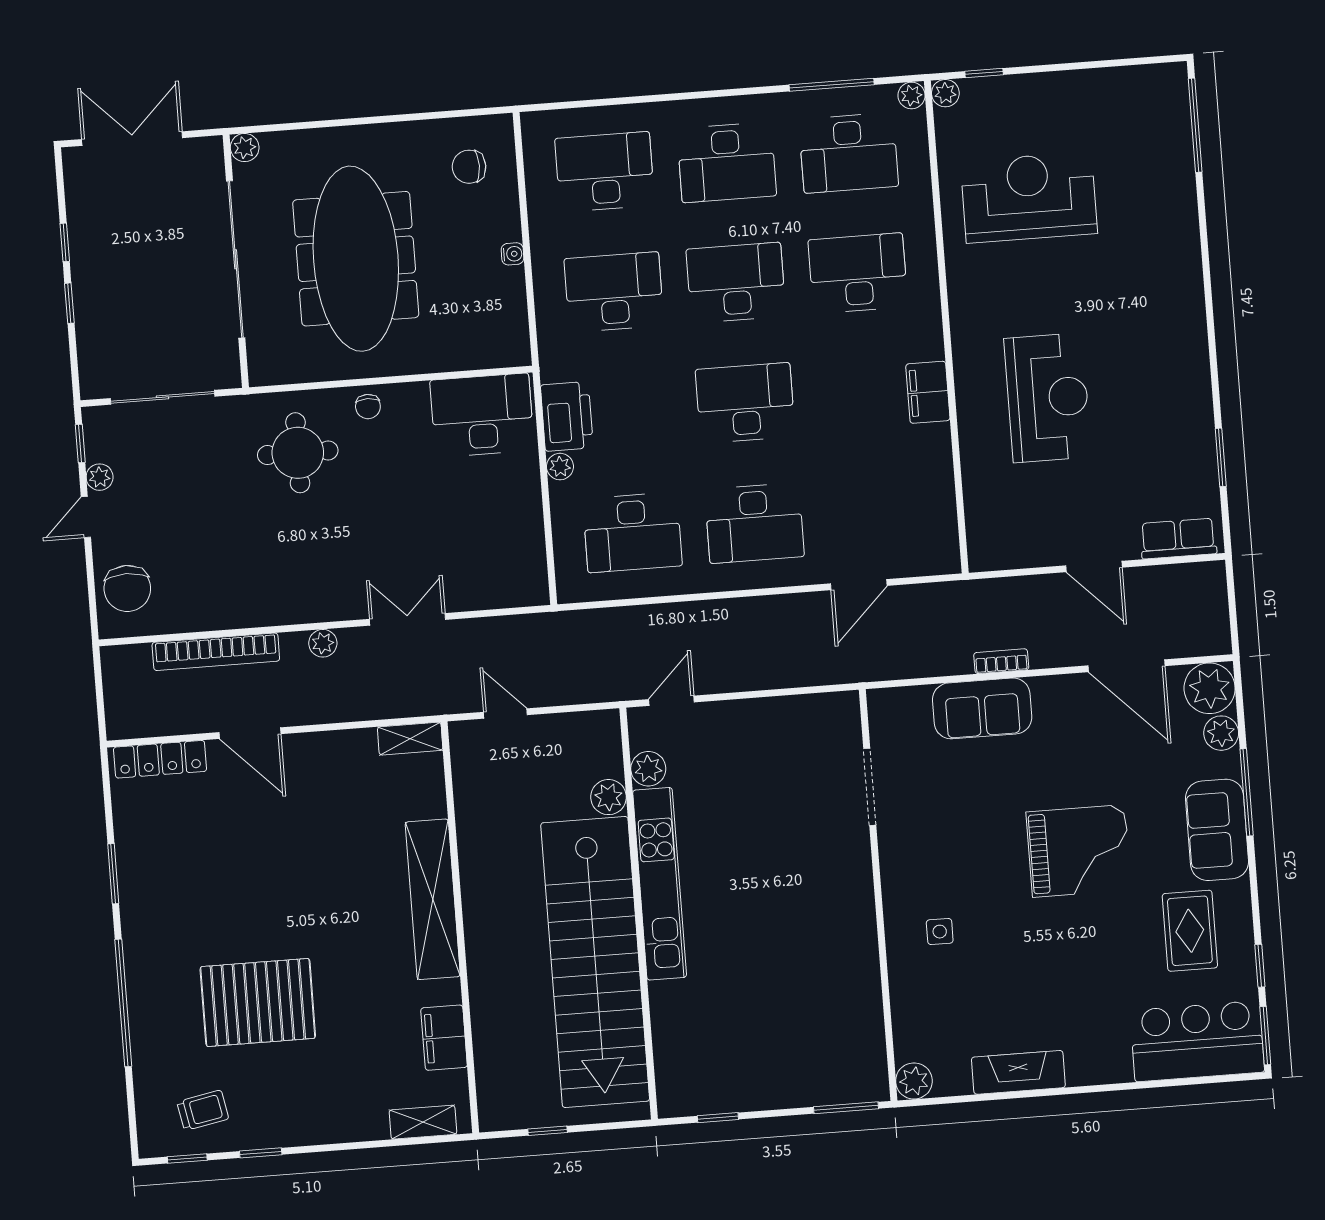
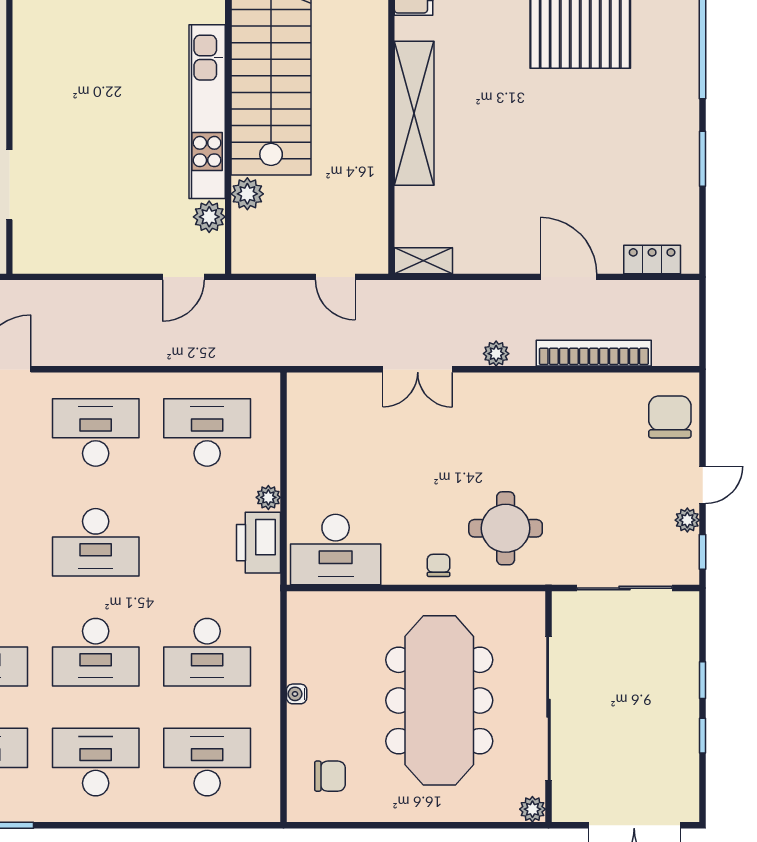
desk: (605, 172) -> (207, 762), turned 180
locker: (160, 759) -> (652, 260), width x0.66

